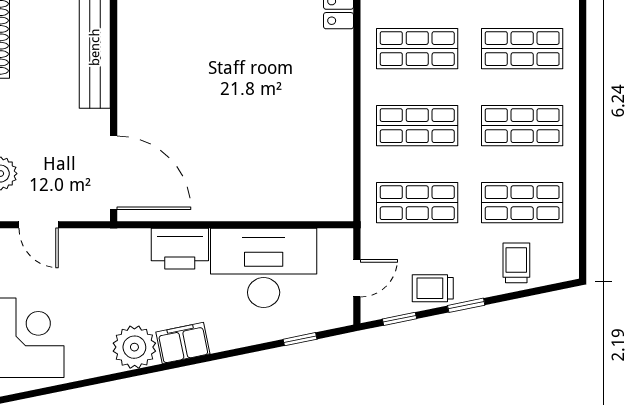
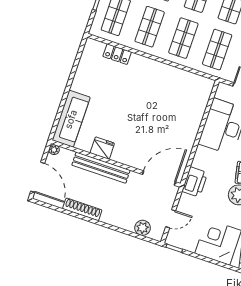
fridge: (136, 36) -> (102, 148), added
printer: (180, 249) -> (195, 182), moved

